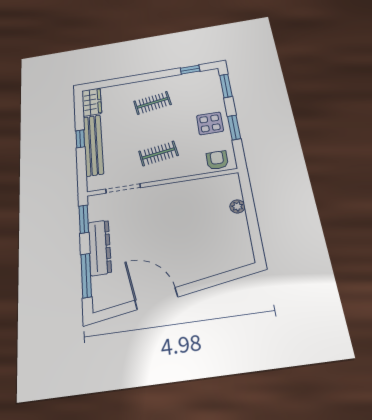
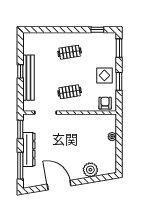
wardrobe: (92, 102) -> (29, 43), removed
plant: (209, 265) -> (90, 170), added

